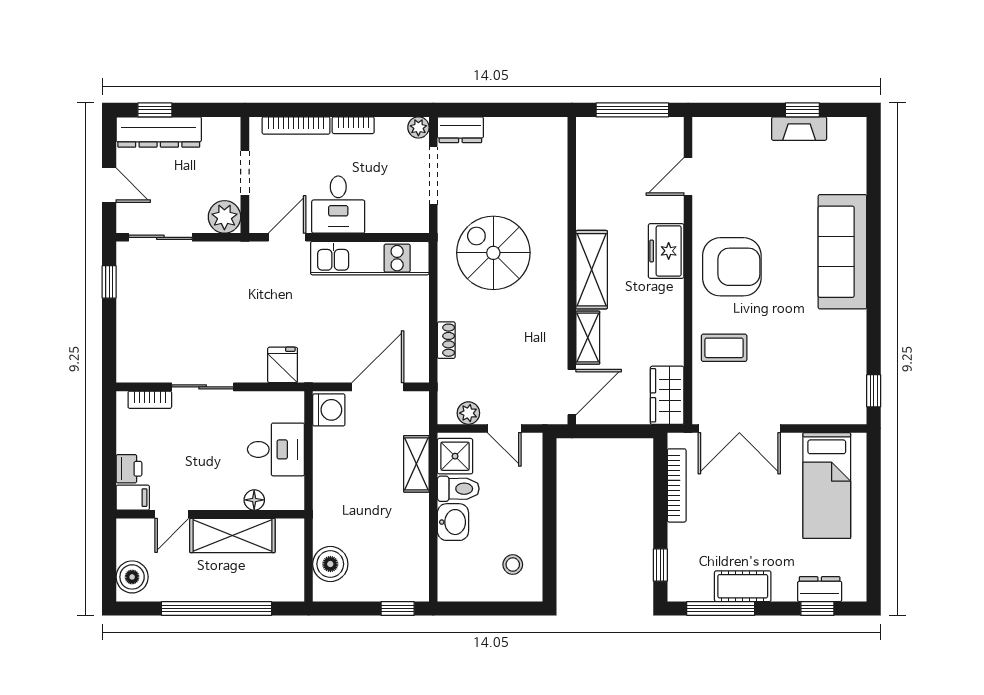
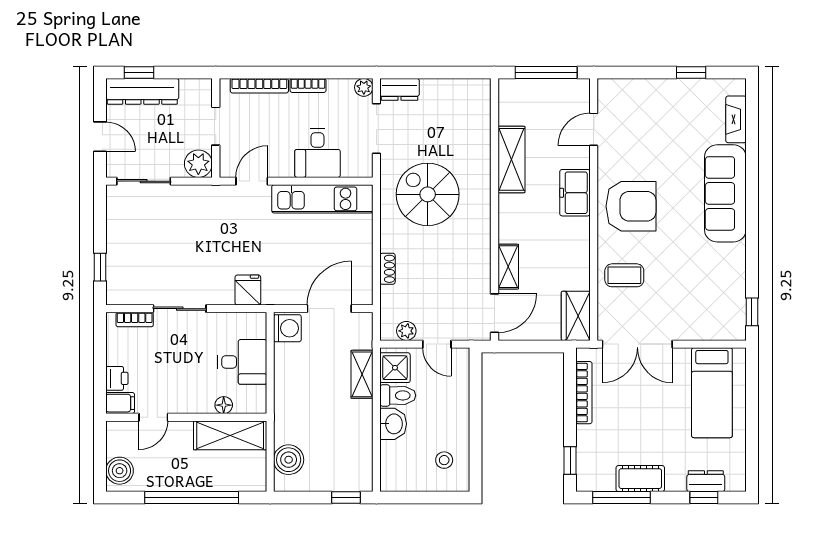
fireplace: (799, 129) -> (736, 119), moved, turned 90
desk: (338, 205) -> (317, 153), moved
shelving: (592, 270) -> (511, 159), moved
window: (109, 282) -> (100, 267), moved
shelving: (232, 536) -> (230, 435), moved

